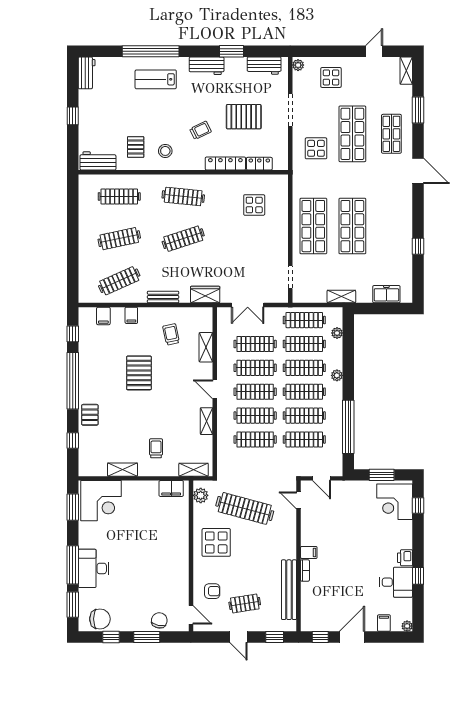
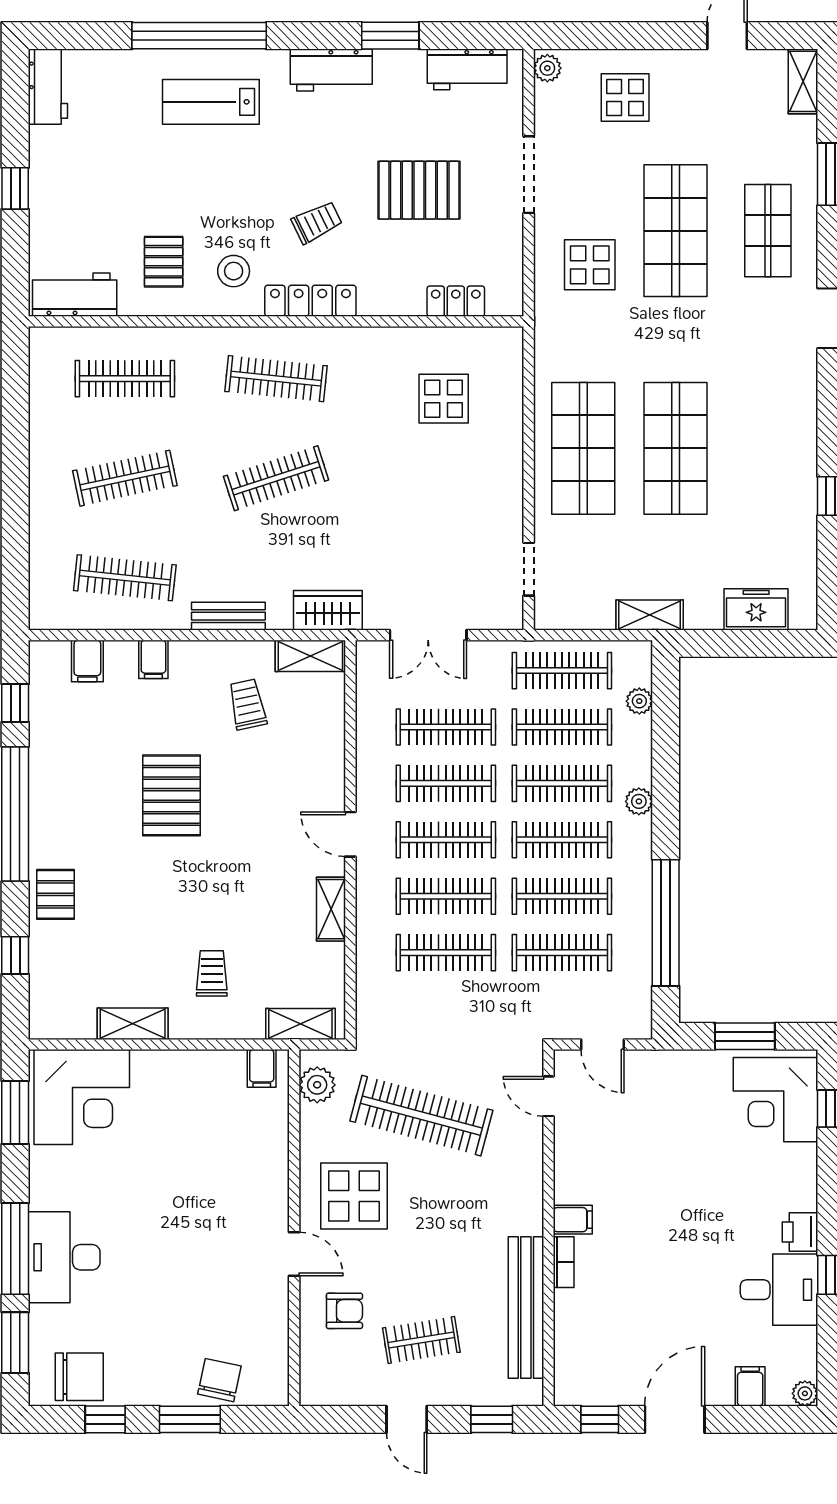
locker: (225, 164) -> (310, 301), moved
clothes rail: (119, 281) -> (125, 578), turned 30
shelving: (206, 347) -> (310, 656), moved, turned 90
filing cabinet: (171, 488) -> (262, 1068), width x0.50
door: (191, 615) -> (294, 1254), moved

